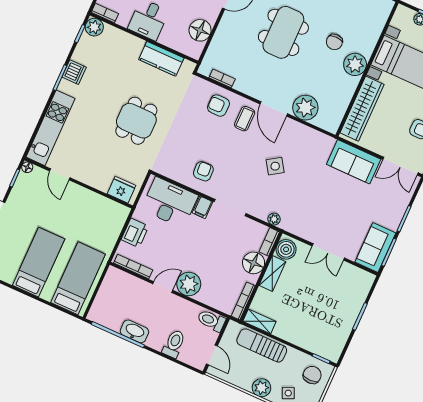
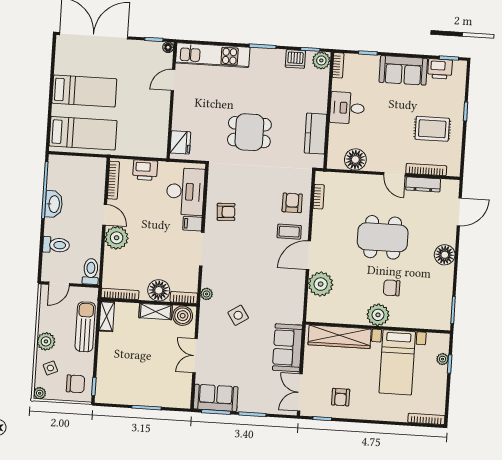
dishwasher: (74, 72) -> (295, 59), moved
side table: (275, 166) -> (238, 315), moved

